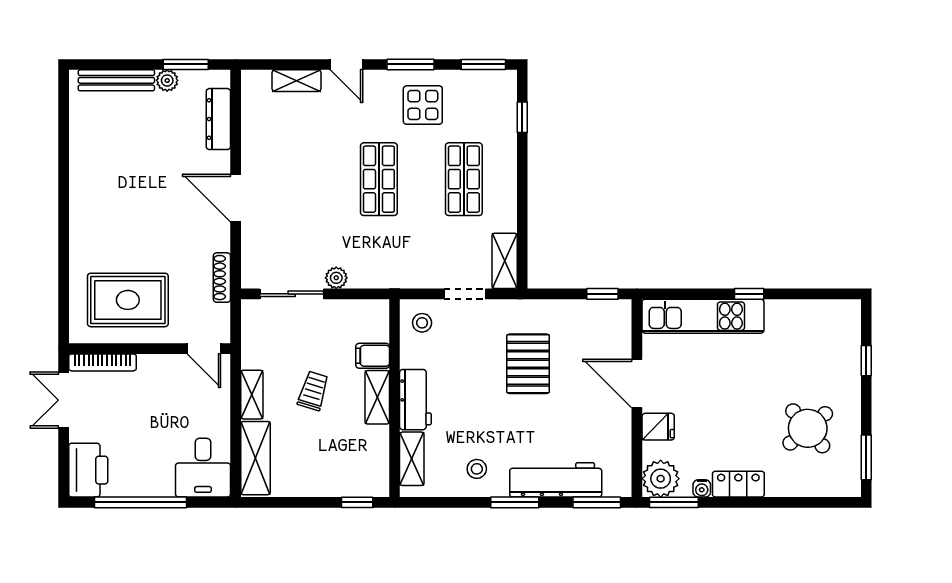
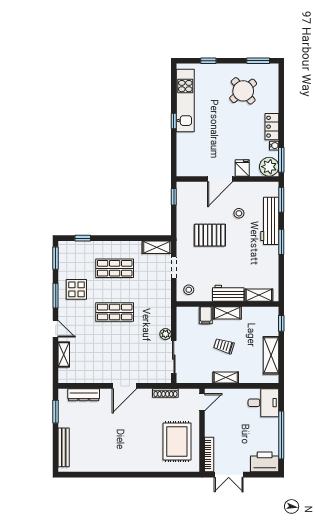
door: (346, 64) -> (56, 329), hinge flipped
plant: (167, 80) -> (64, 421), removed
kitchen unit: (703, 316) -> (185, 100), moved
shelving: (255, 458) -> (271, 355), moved, turned 90
stool: (477, 469) -> (239, 213), moved

